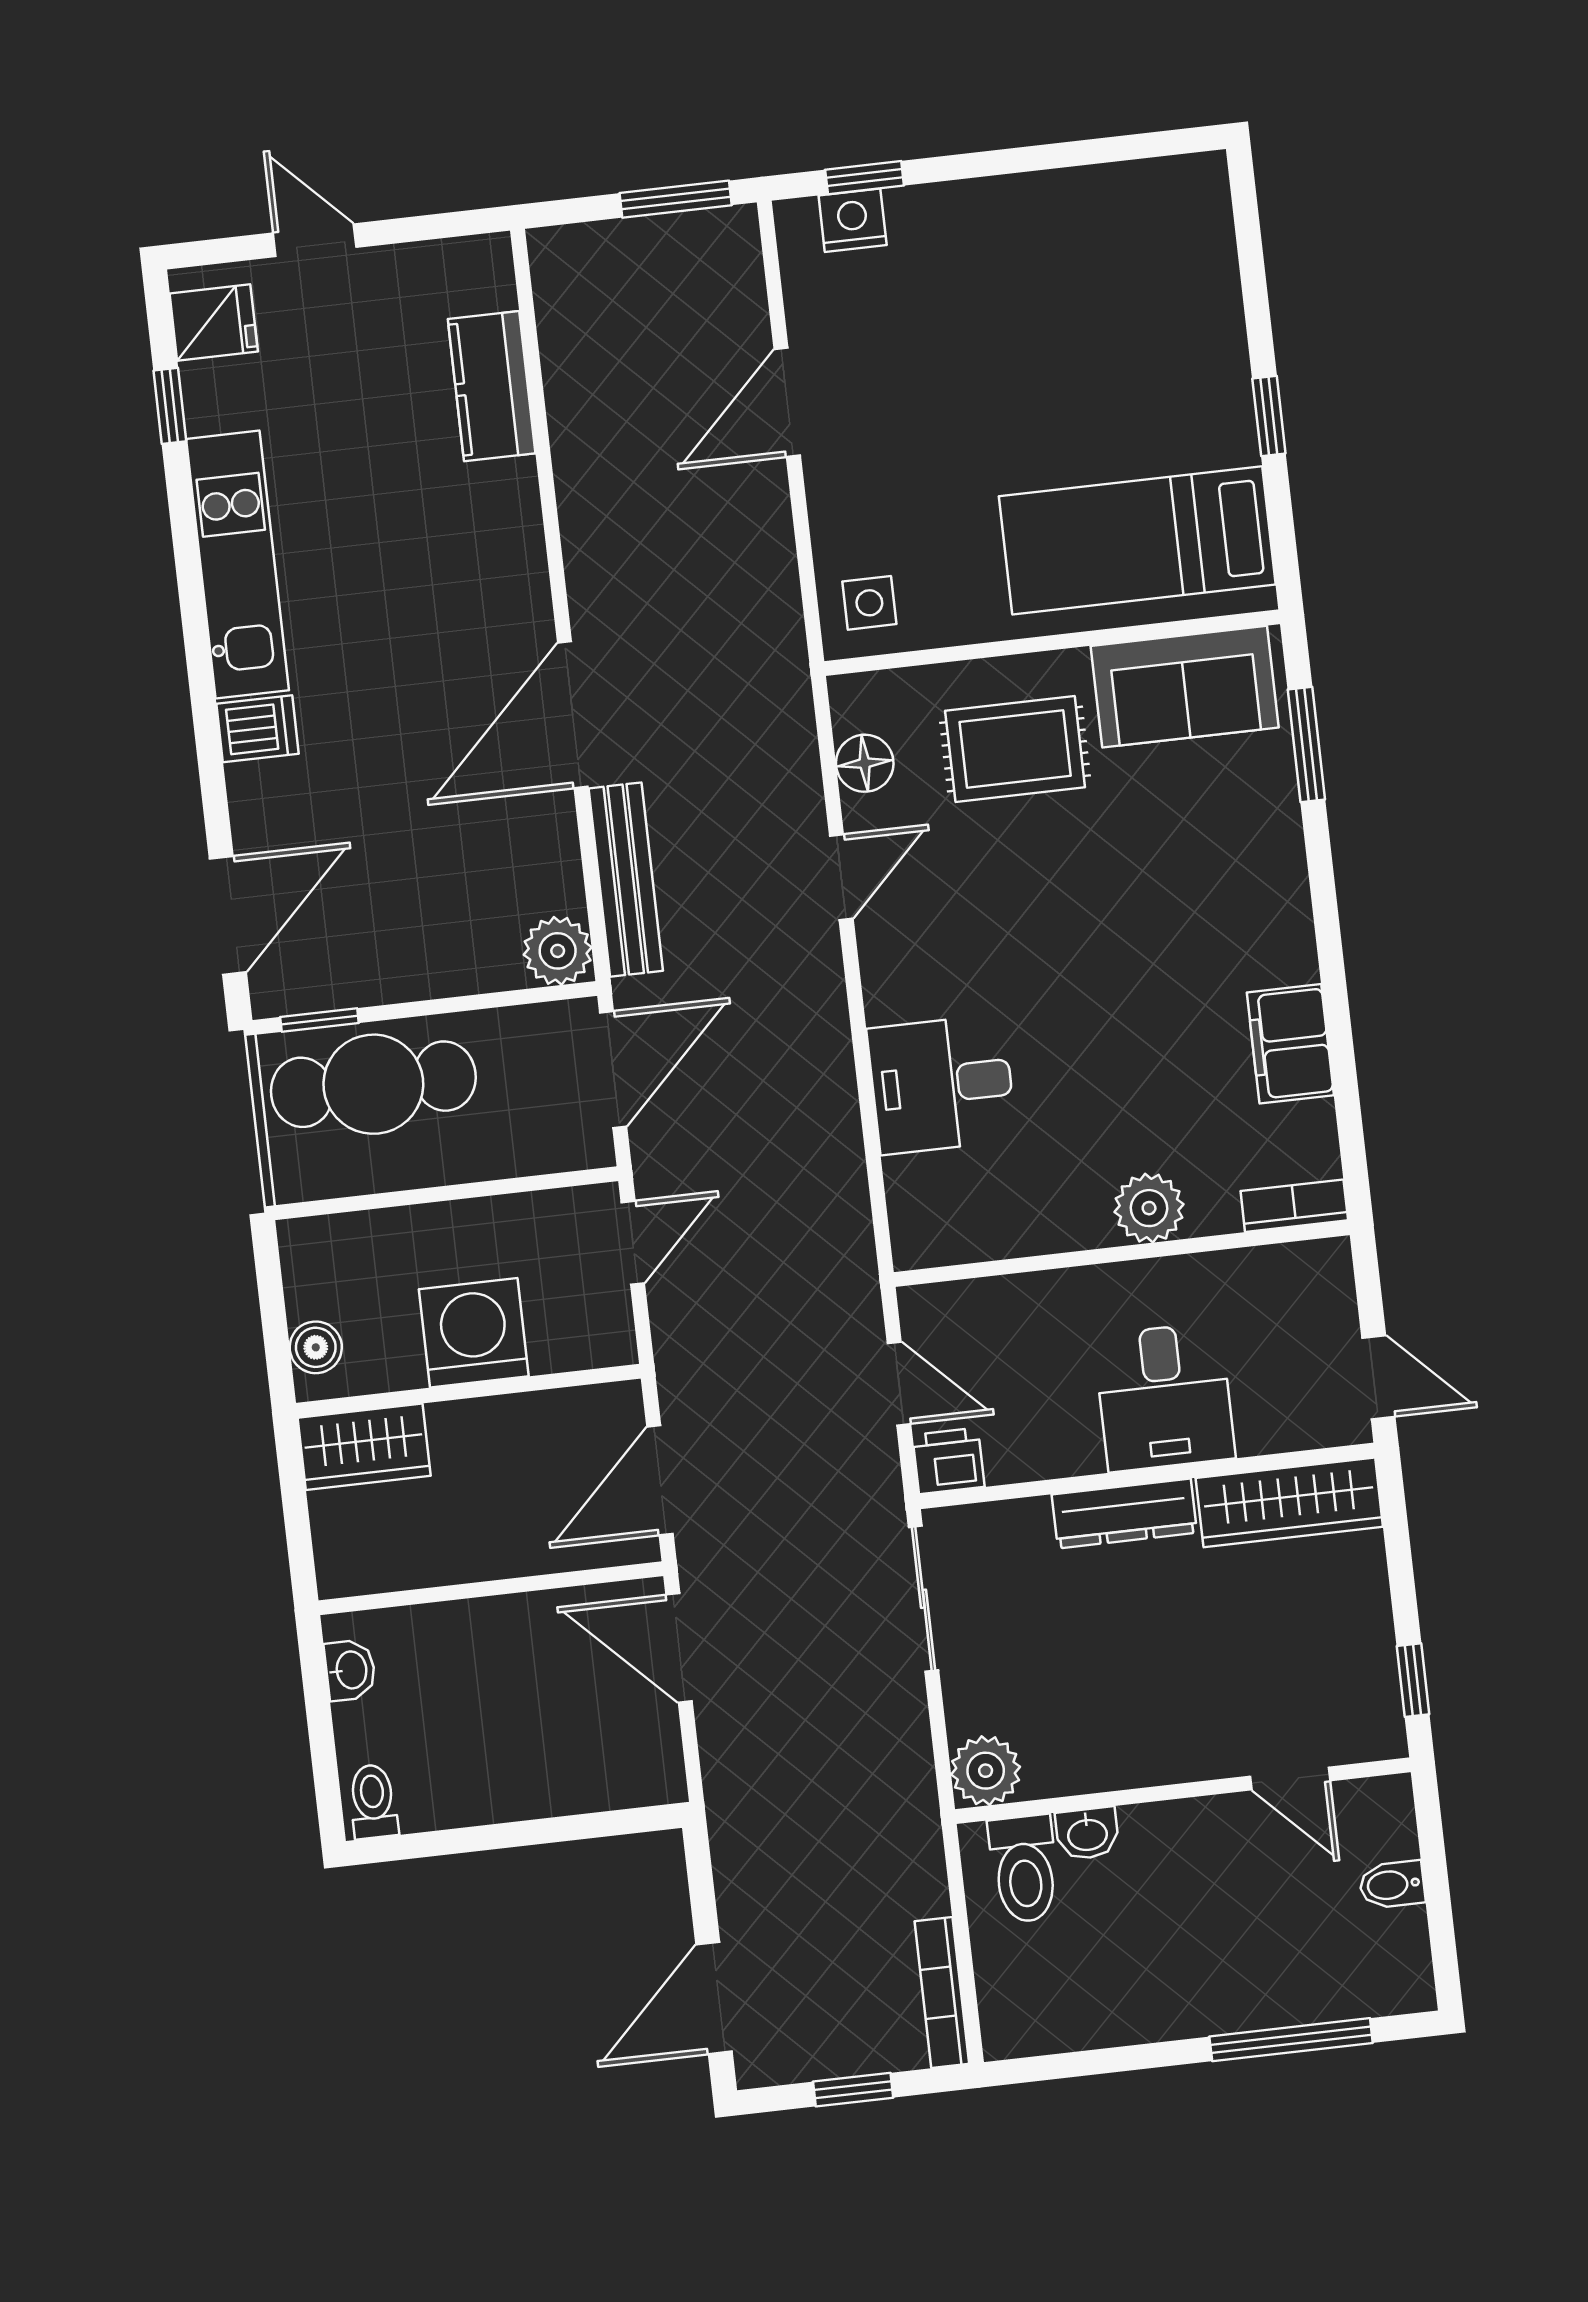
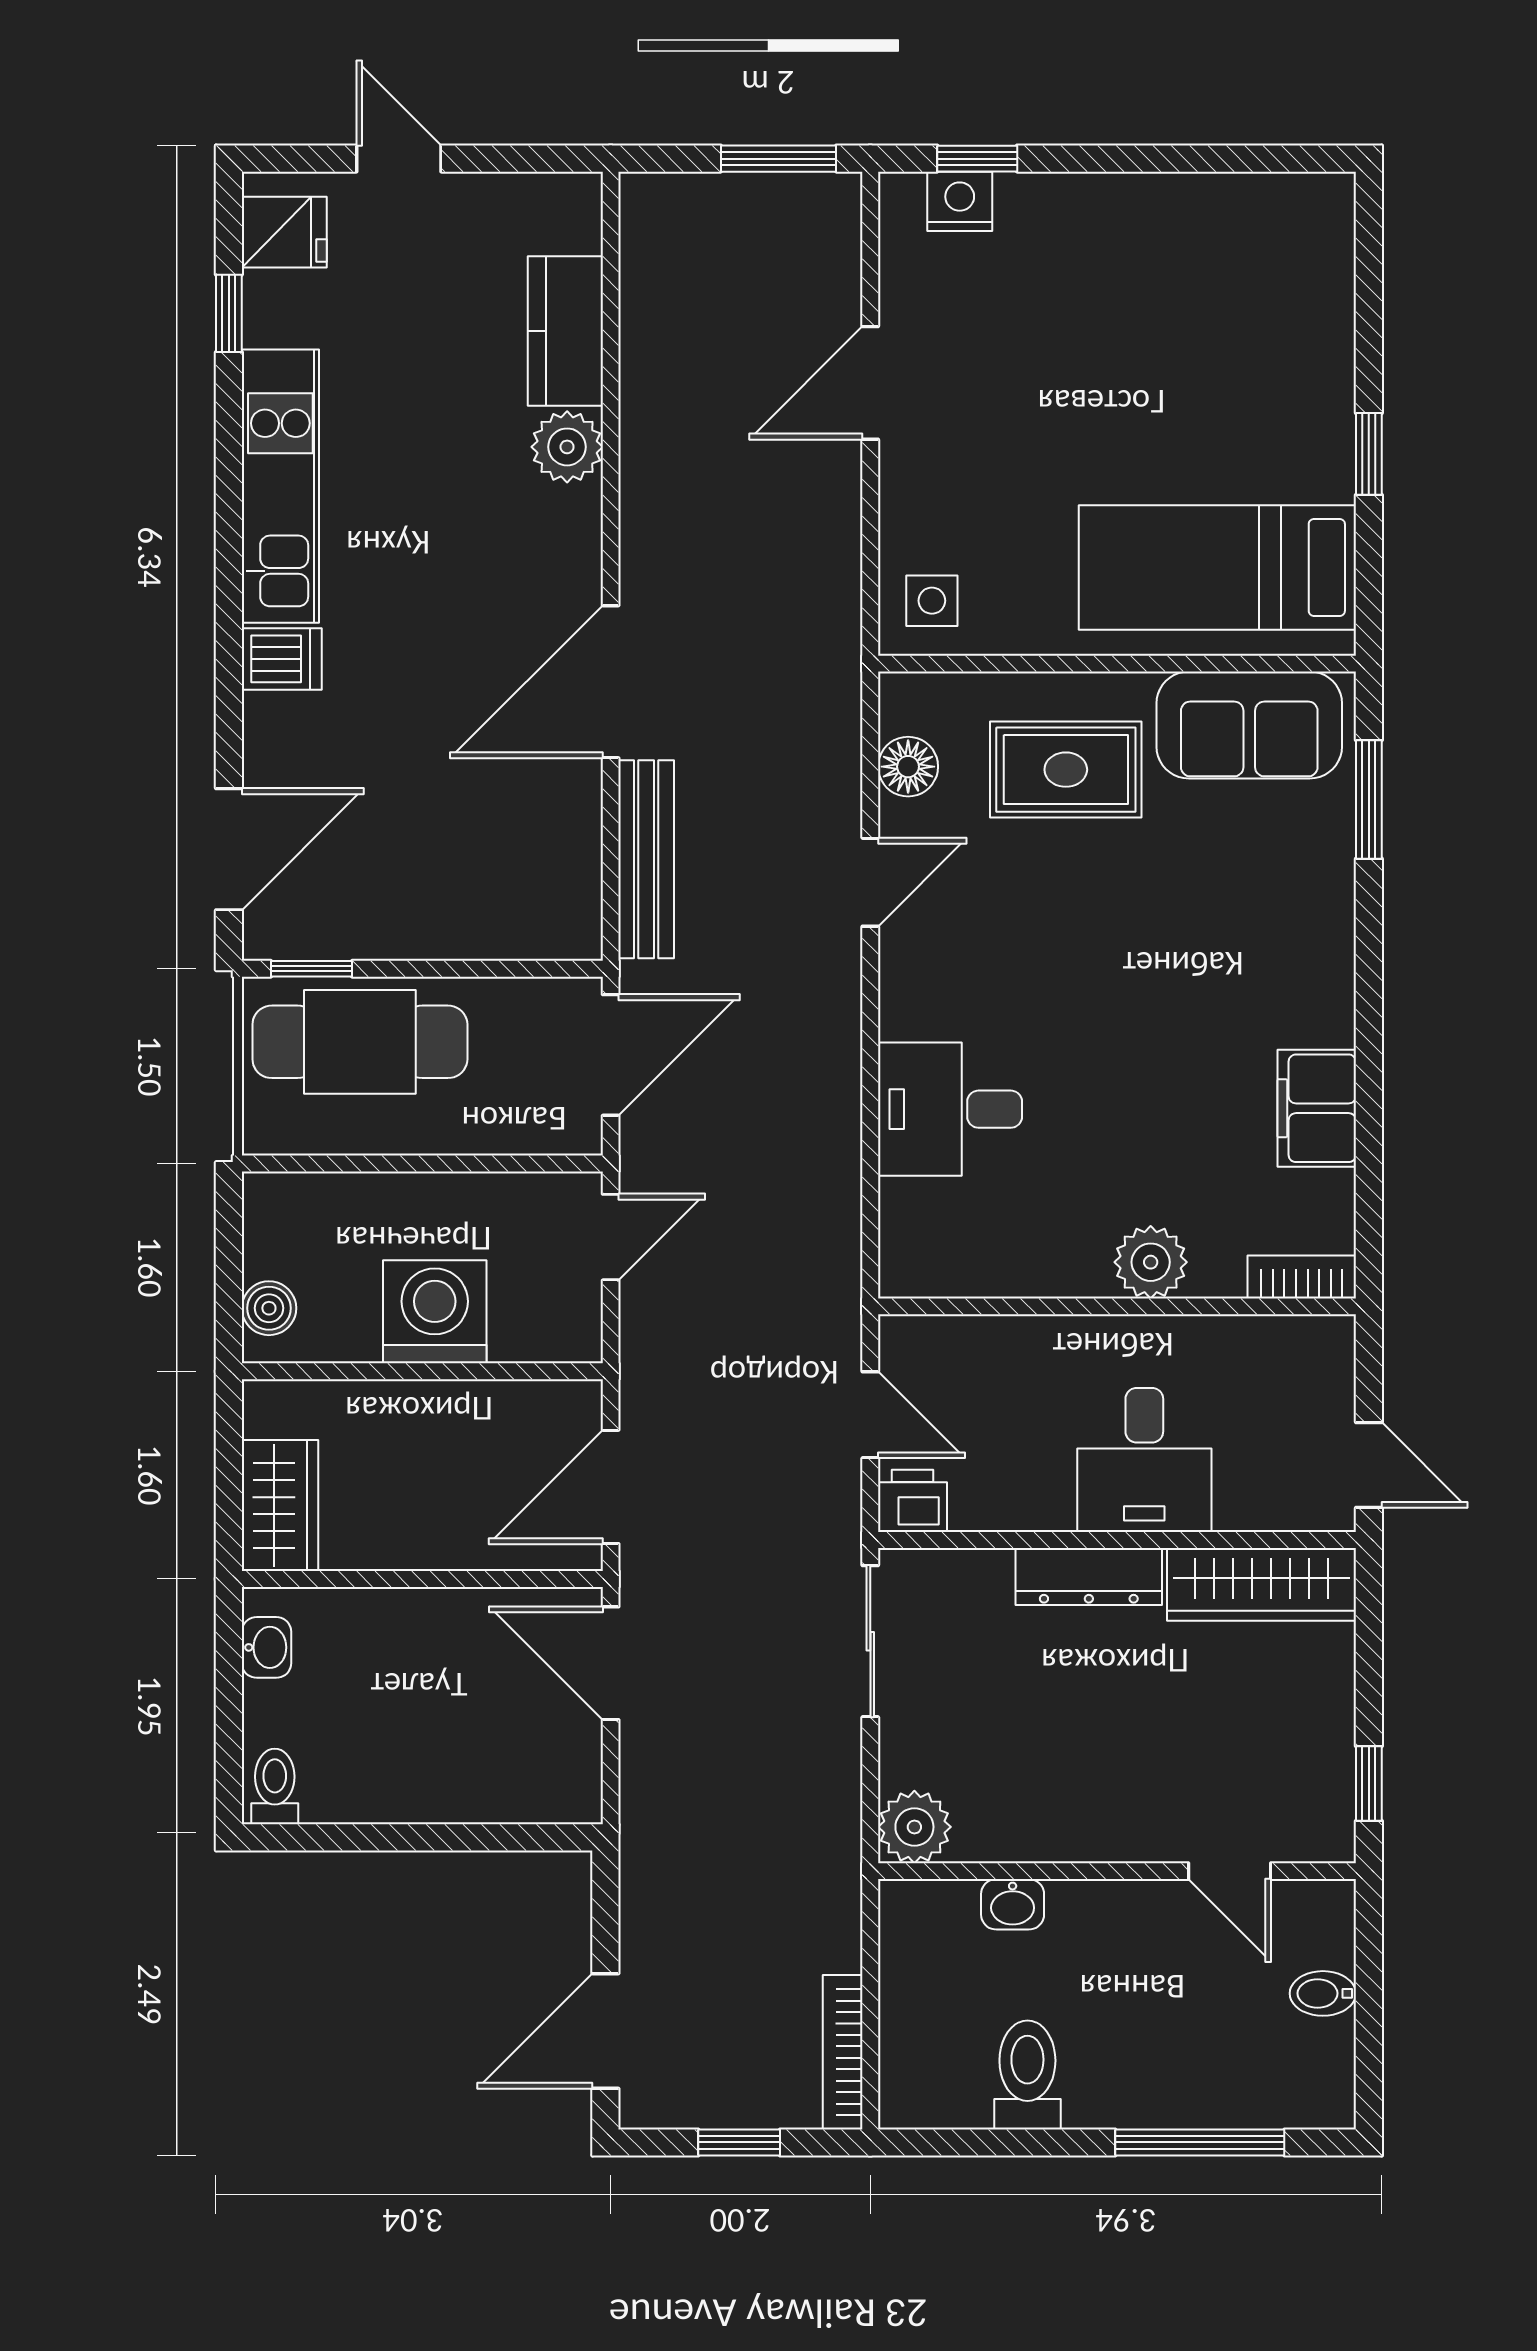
plant: (558, 951) -> (567, 447), moved
wardrobe: (364, 1447) -> (280, 1506), moved, turned -90
toilet: (1024, 1869) -> (1027, 2075), moved, turned 180

